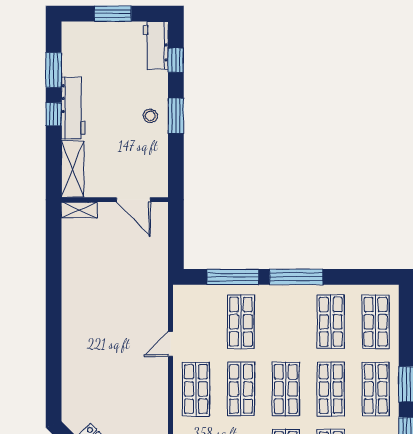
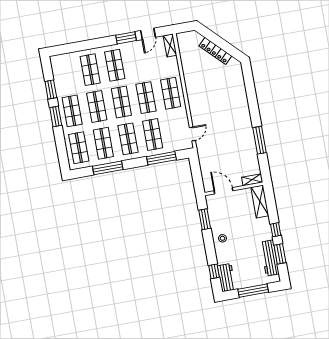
window: (113, 14) -> (253, 291), width x1.44
workbench: (73, 108) -> (270, 258), moved
window: (176, 116) -> (205, 219), moved
window: (296, 277) -> (108, 168), moved
window: (54, 278) -> (260, 140), added
shop shelf: (286, 322) -> (128, 139), added
door: (170, 344) -> (192, 134), moved

